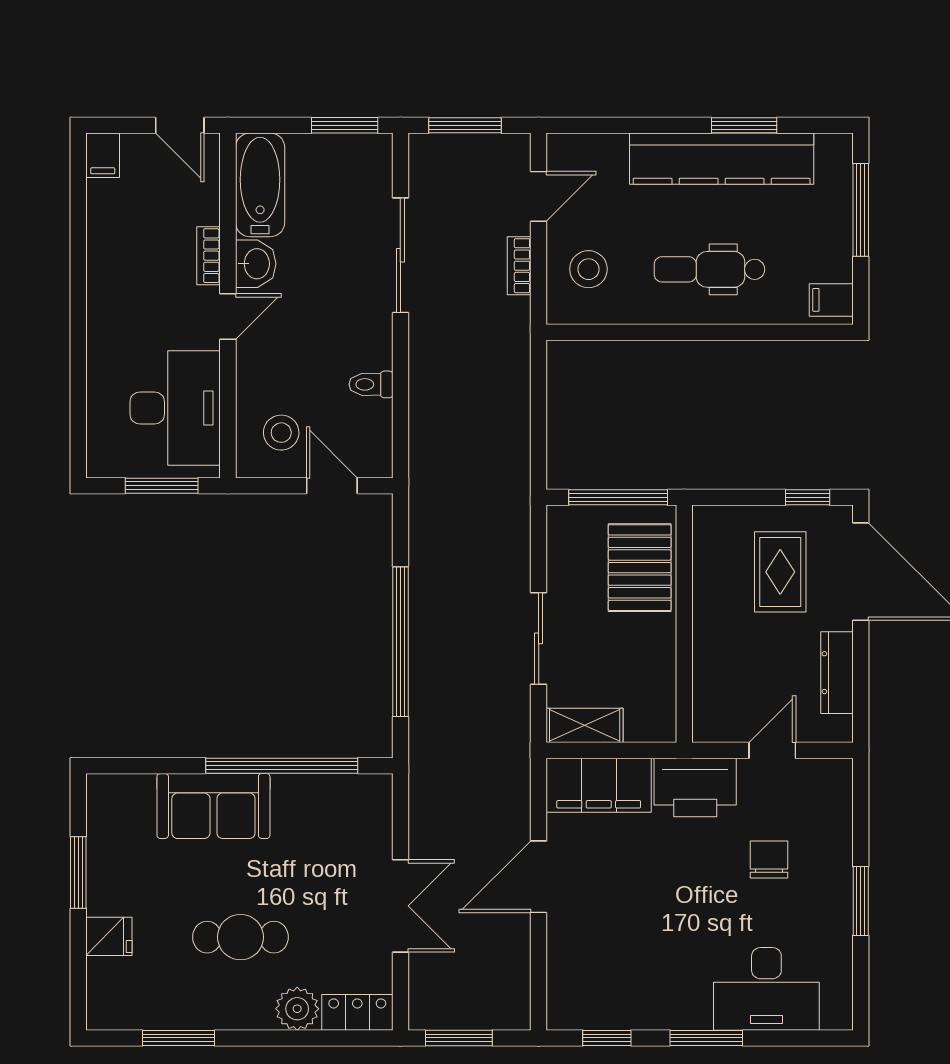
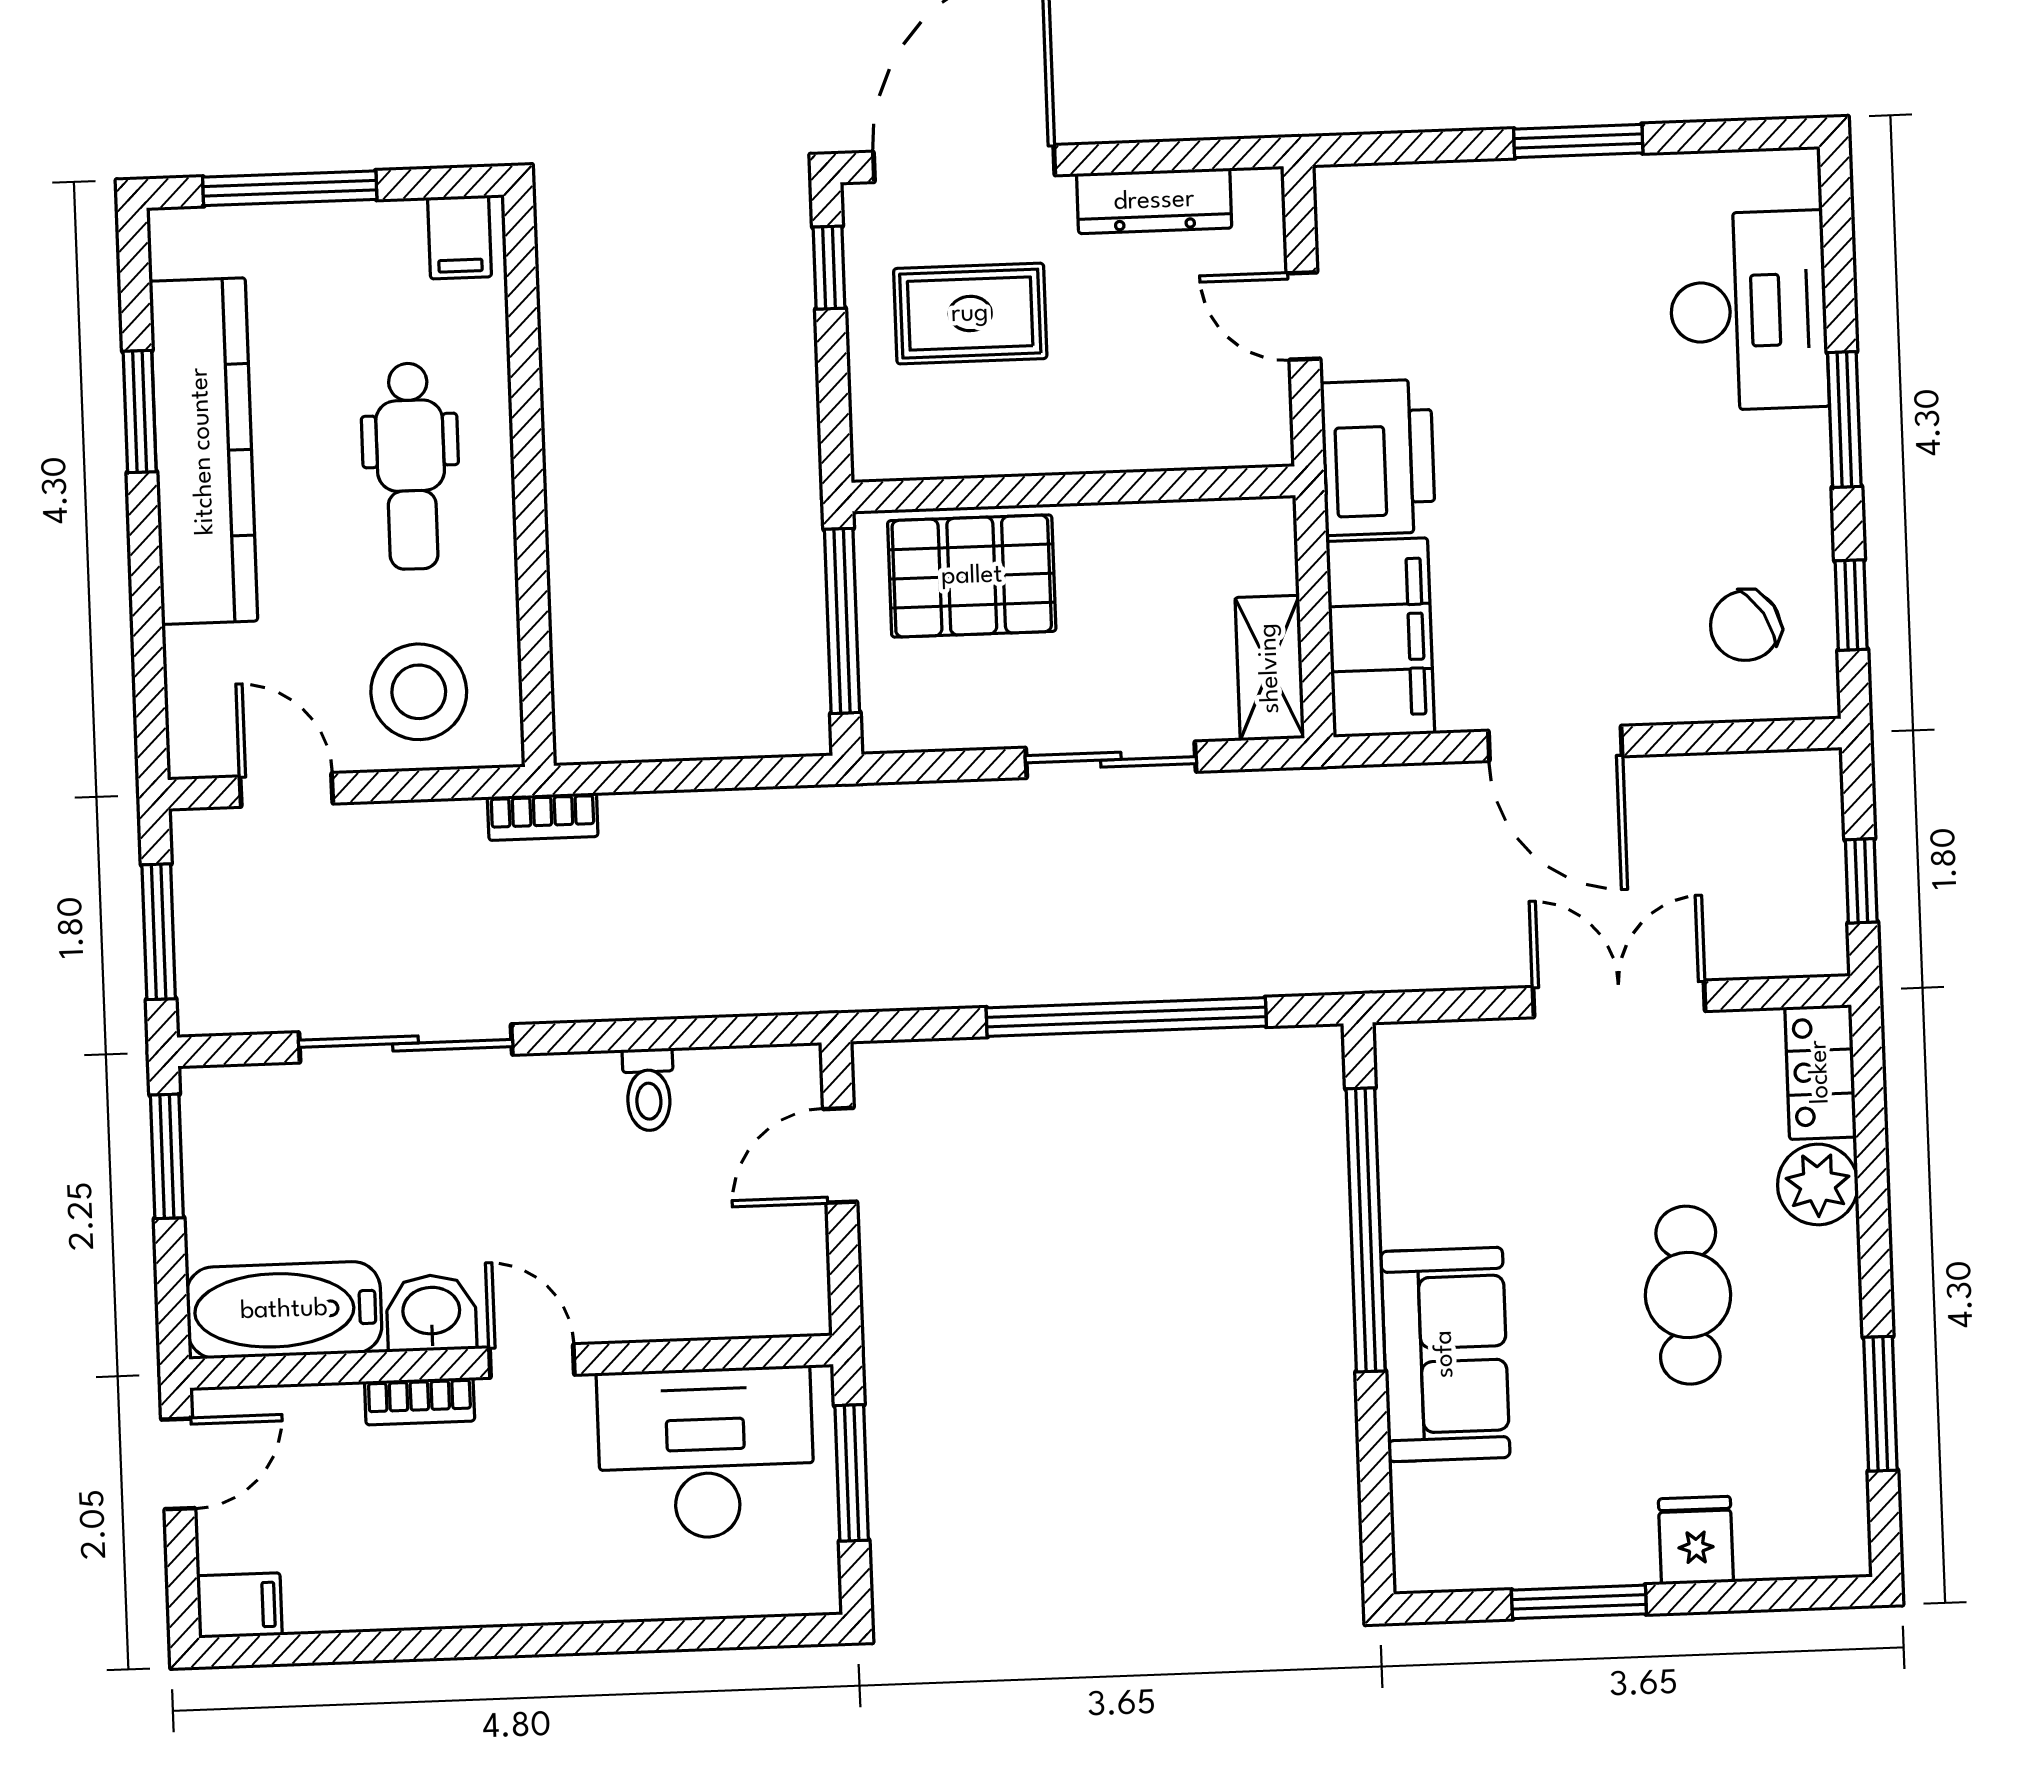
bookcase: (519, 266) -> (543, 817), moved
stool: (588, 269) -> (419, 692), width x1.38, depth x1.38
stool: (281, 433) -> (744, 1254), removed
chair: (769, 859) -> (1745, 626), moved, turned -32
window: (459, 1038) -> (1861, 881), width x0.67

